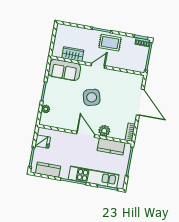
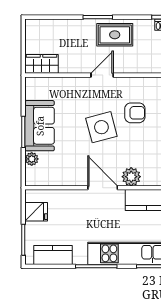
wardrobe: (73, 54) -> (42, 64), moved
sofa: (64, 70) -> (40, 126), moved, turned -90
armchair: (114, 92) -> (135, 113), added

